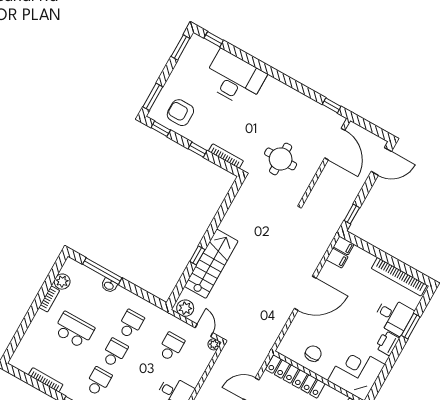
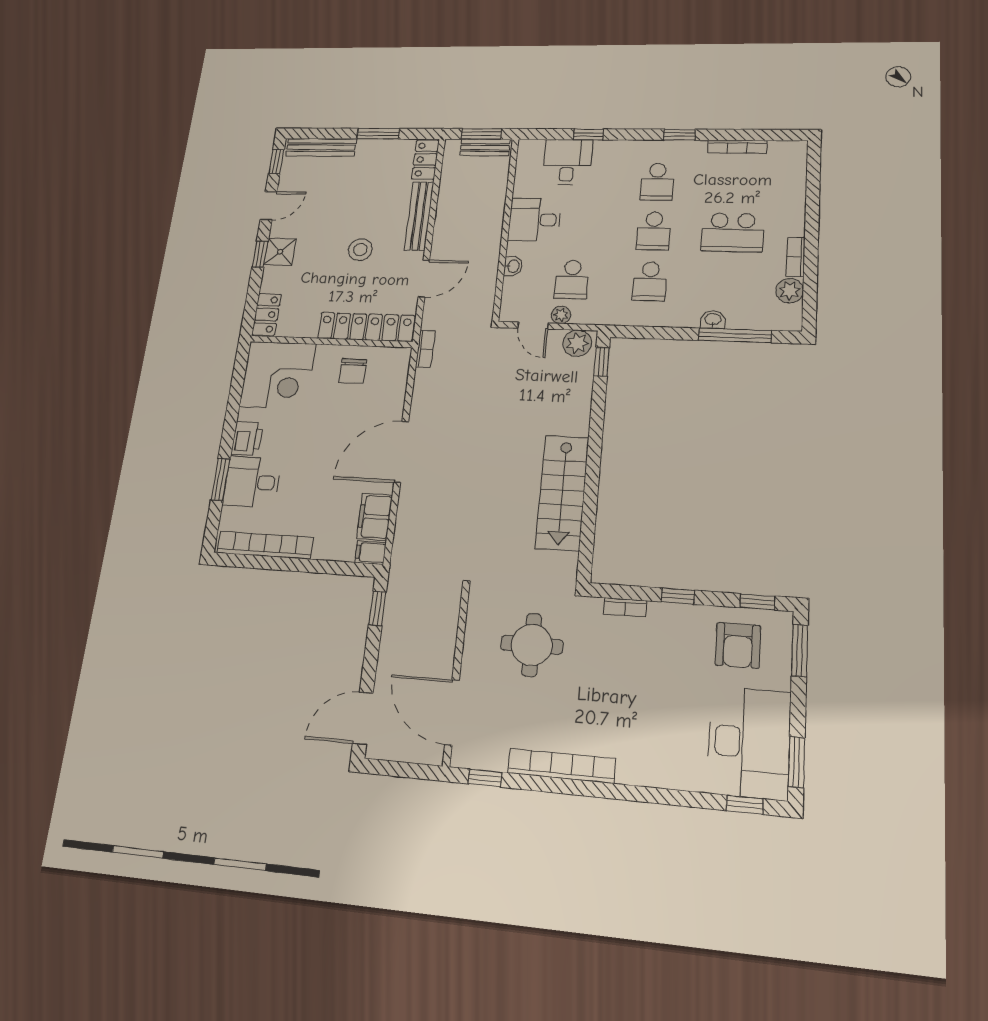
desk: (234, 78) -> (749, 743), moved, turned -90
bookcase: (292, 95) -> (562, 766), added
armchair: (180, 113) -> (738, 645), turned 90
bookcase: (226, 156) -> (625, 607), width x0.64
window: (197, 255) -> (602, 362), moved
filing cabinet: (337, 258) -> (375, 517), width x2.00
stairs: (211, 264) -> (562, 493), moved
plant: (214, 344) -> (561, 315), moved
bookcase: (268, 346) -> (425, 349), added
washbasin: (199, 371) -> (513, 266), added

